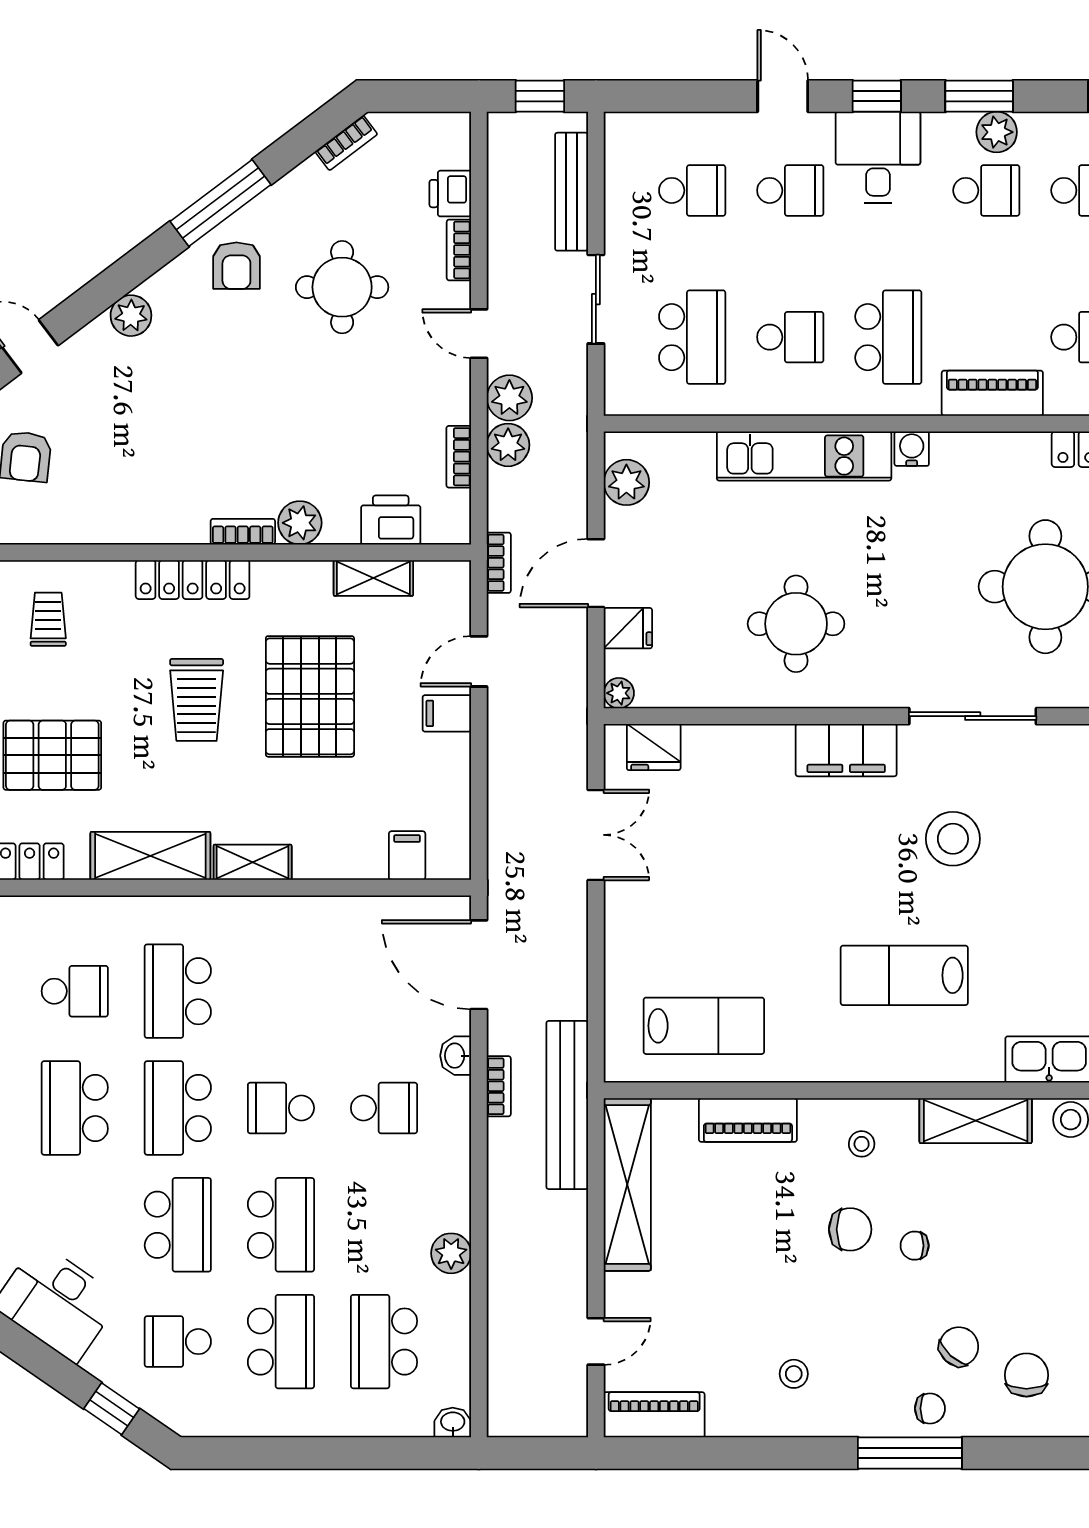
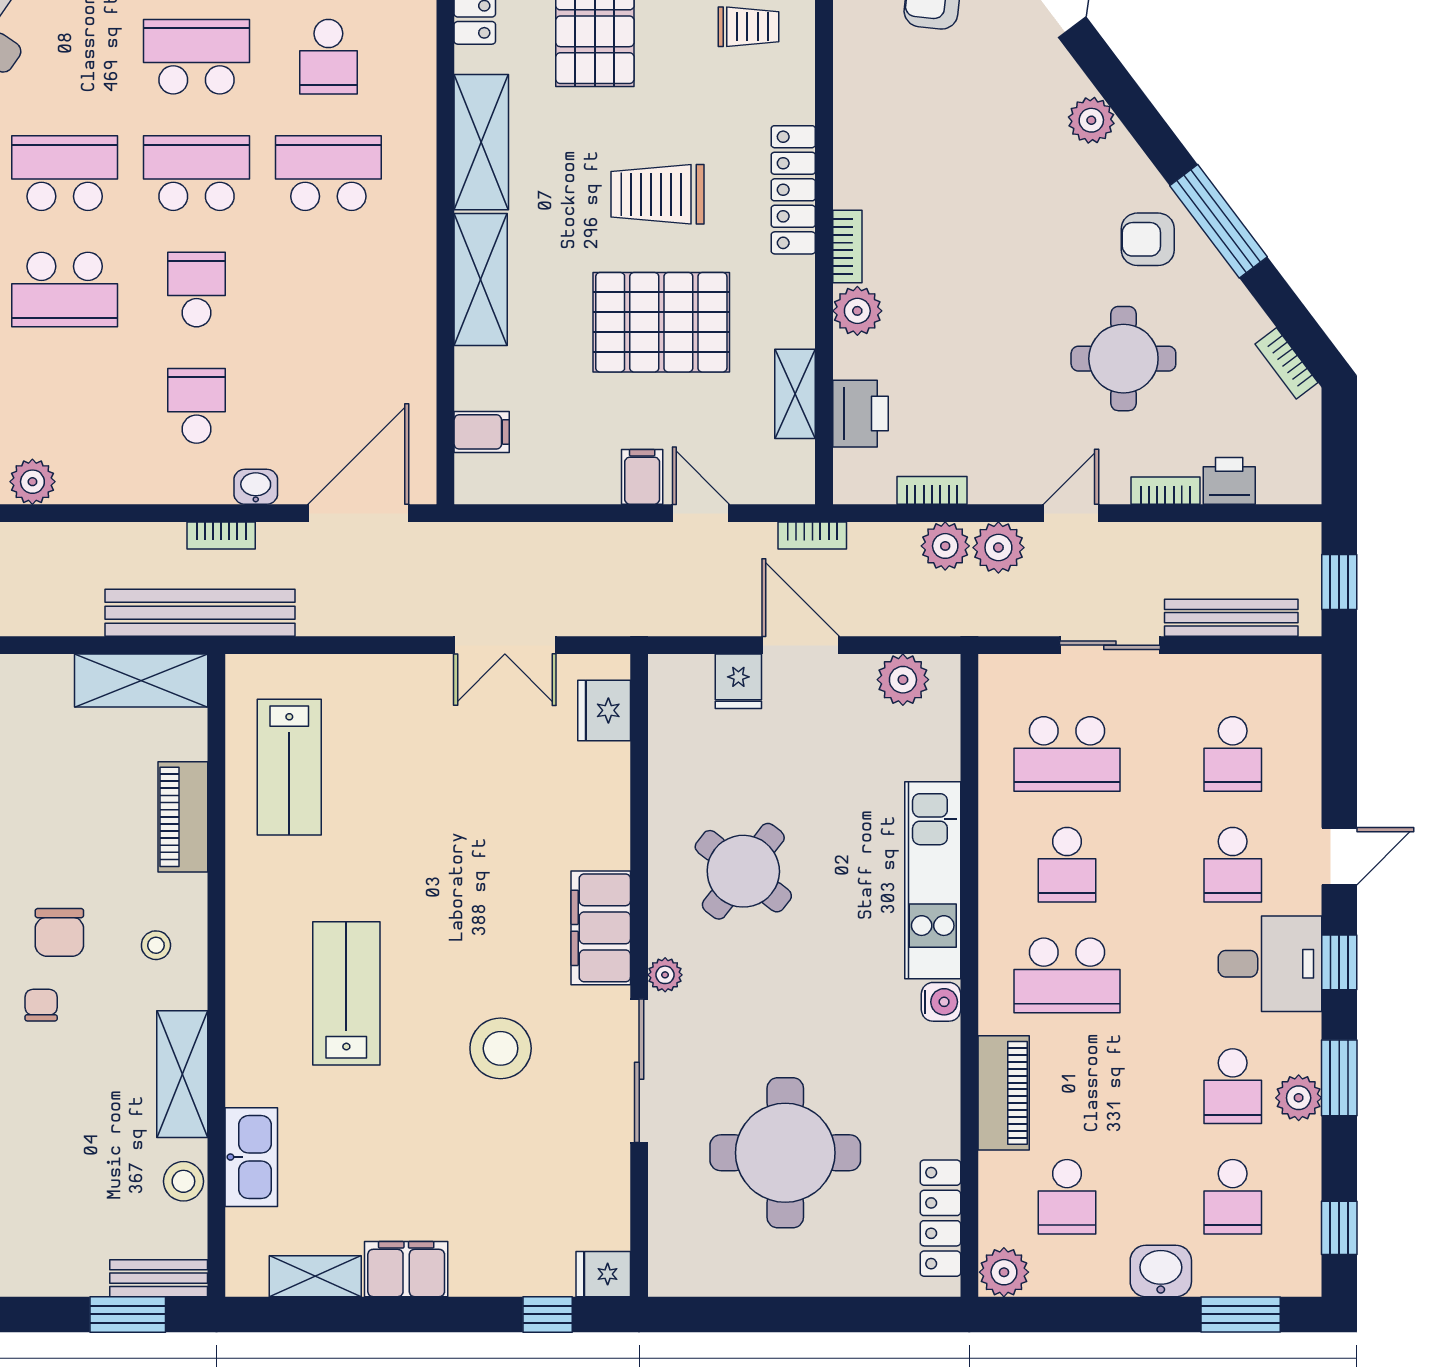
round table: (796, 624) -> (743, 871), turned 38
plant: (619, 693) -> (665, 975), moved
shelving: (253, 862) -> (481, 280), width x1.50, depth x1.33
school desk: (384, 1108) -> (197, 406), turned 180
shelving: (627, 1184) -> (141, 681), width x0.68
school desk: (178, 1225) -> (65, 173), turned 180

